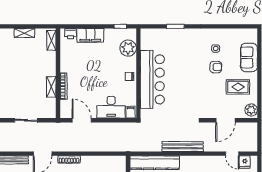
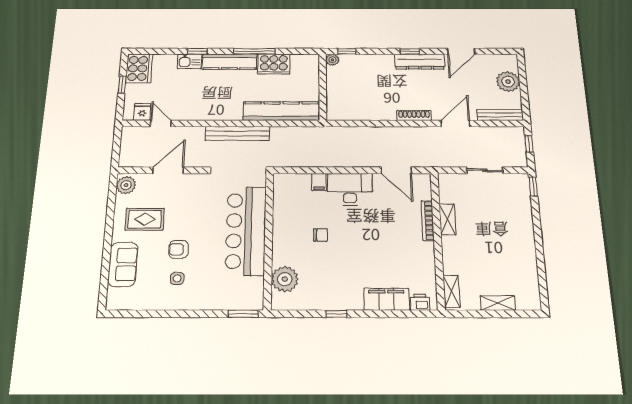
plant: (128, 48) -> (285, 279), moved
wall: (138, 73) -> (269, 240), moved
bar counter: (152, 79) -> (246, 231), moved

